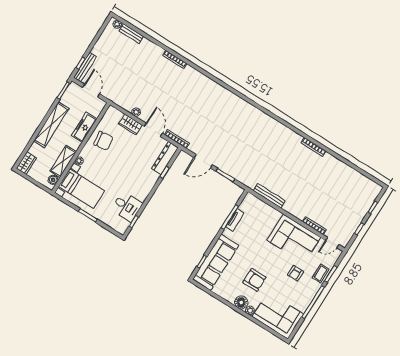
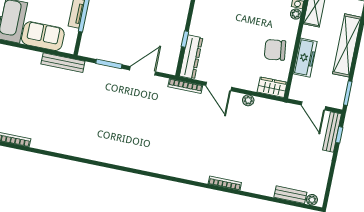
wardrobe: (130, 124) -> (272, 87), moved
bench: (269, 196) -> (63, 63), moved
sofa: (265, 213) -> (43, 36), added

